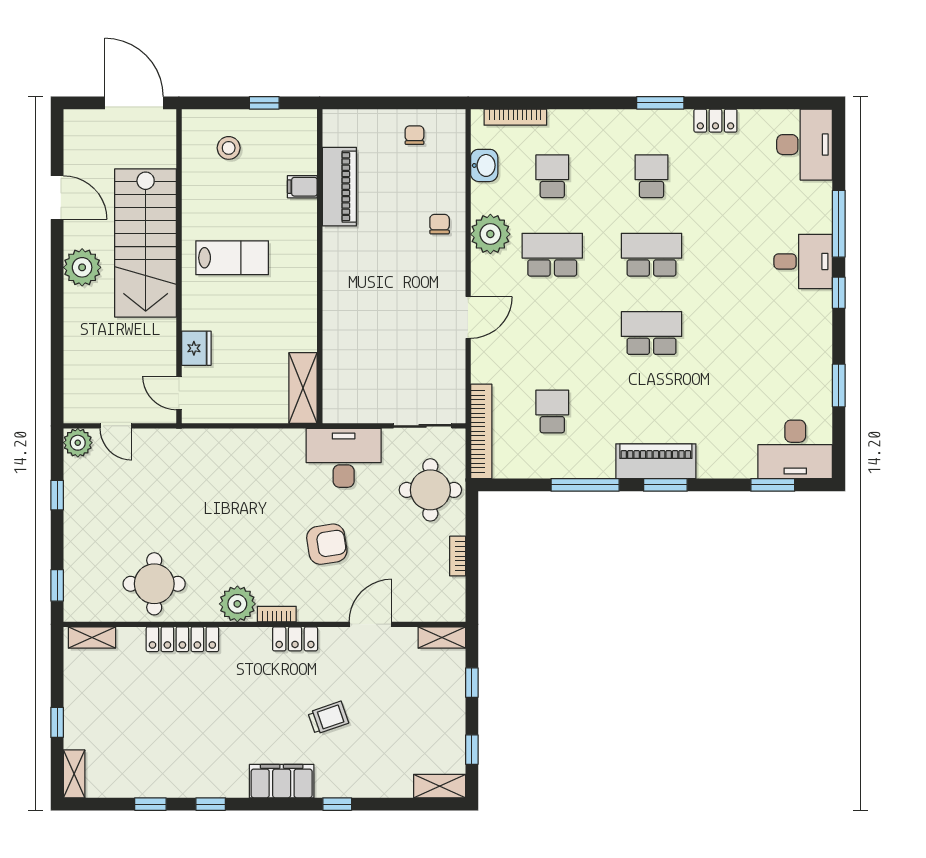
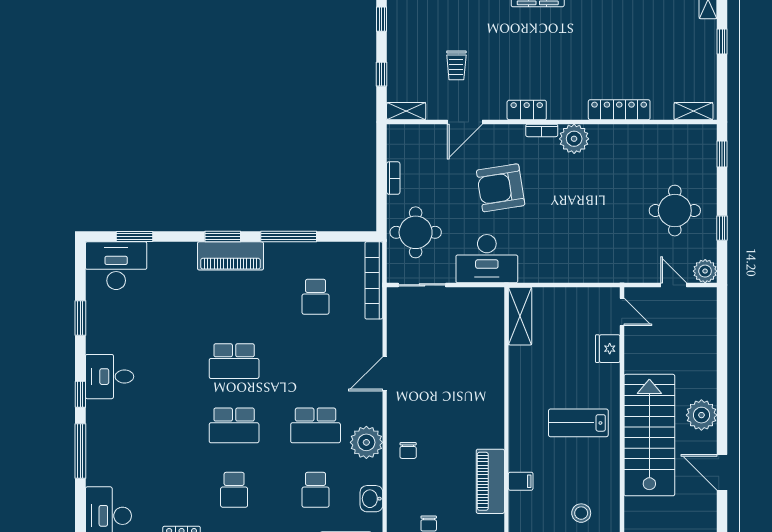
desk: (803, 261) -> (110, 377), moved
armchair: (327, 544) -> (501, 188), width x1.36, depth x1.36
round table: (154, 584) -> (675, 211), moved
trolley: (328, 718) -> (456, 65), moved, turned -71

